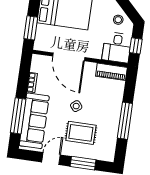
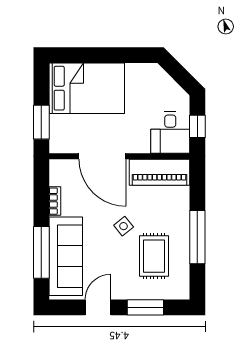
stool: (118, 20) -> (166, 92), removed
piano: (111, 72) -> (159, 172), width x1.37, depth x1.33
rug: (81, 133) -> (154, 256), moved, turned 90

